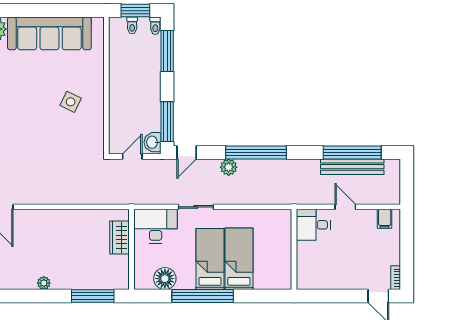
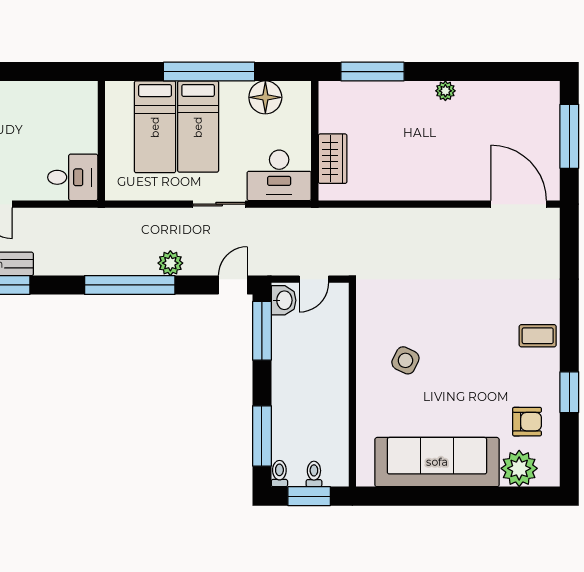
desk: (313, 225) -> (73, 177), moved
wall: (294, 249) -> (101, 141), moved

